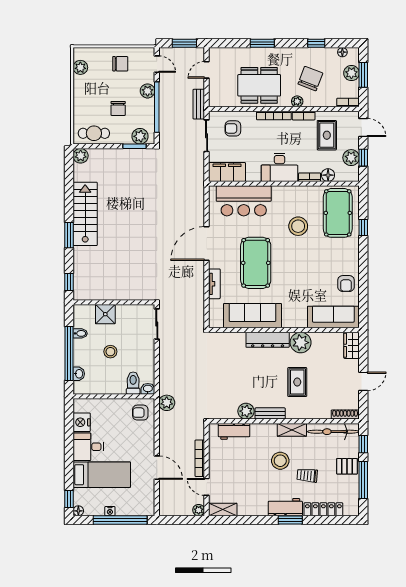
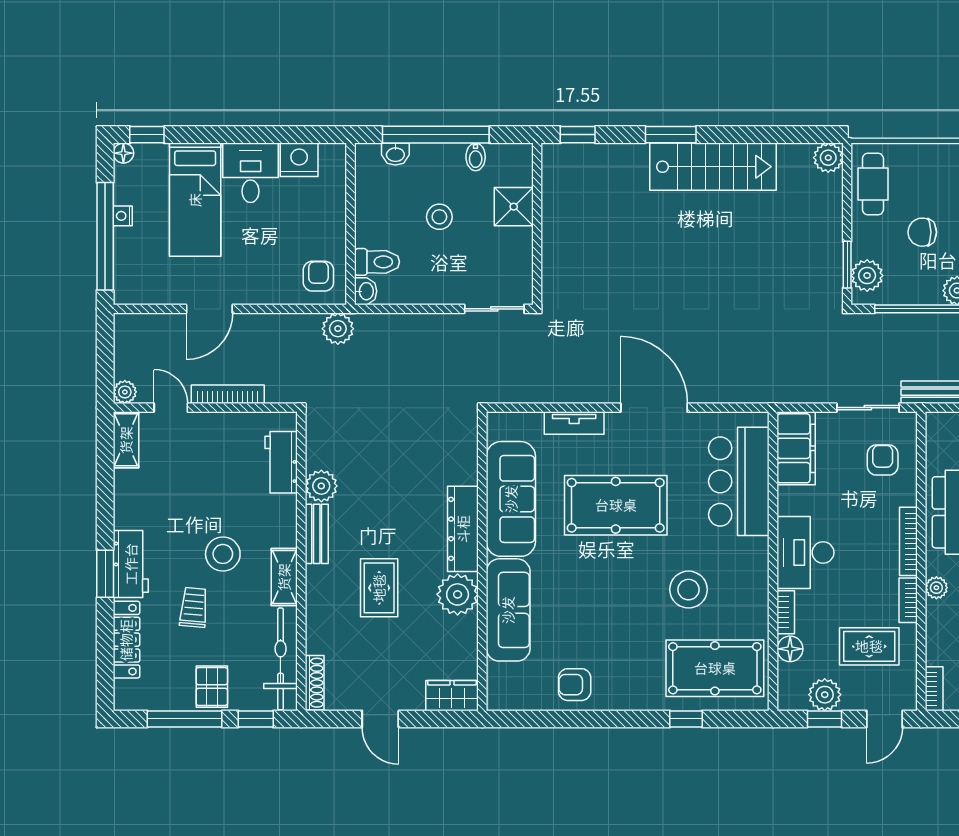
sofa: (333, 317) -> (508, 610), moved
rug: (297, 382) -> (379, 588), turned 90
door: (207, 487) -> (171, 408), hinge flipped

